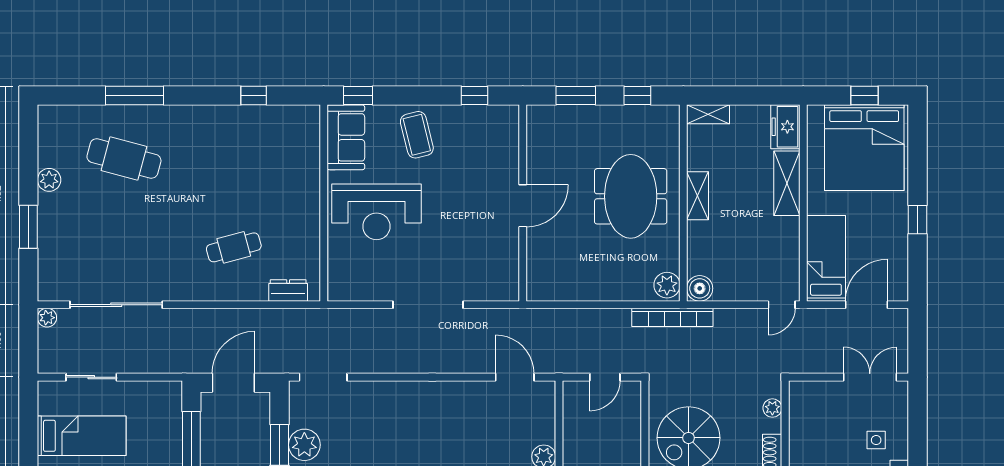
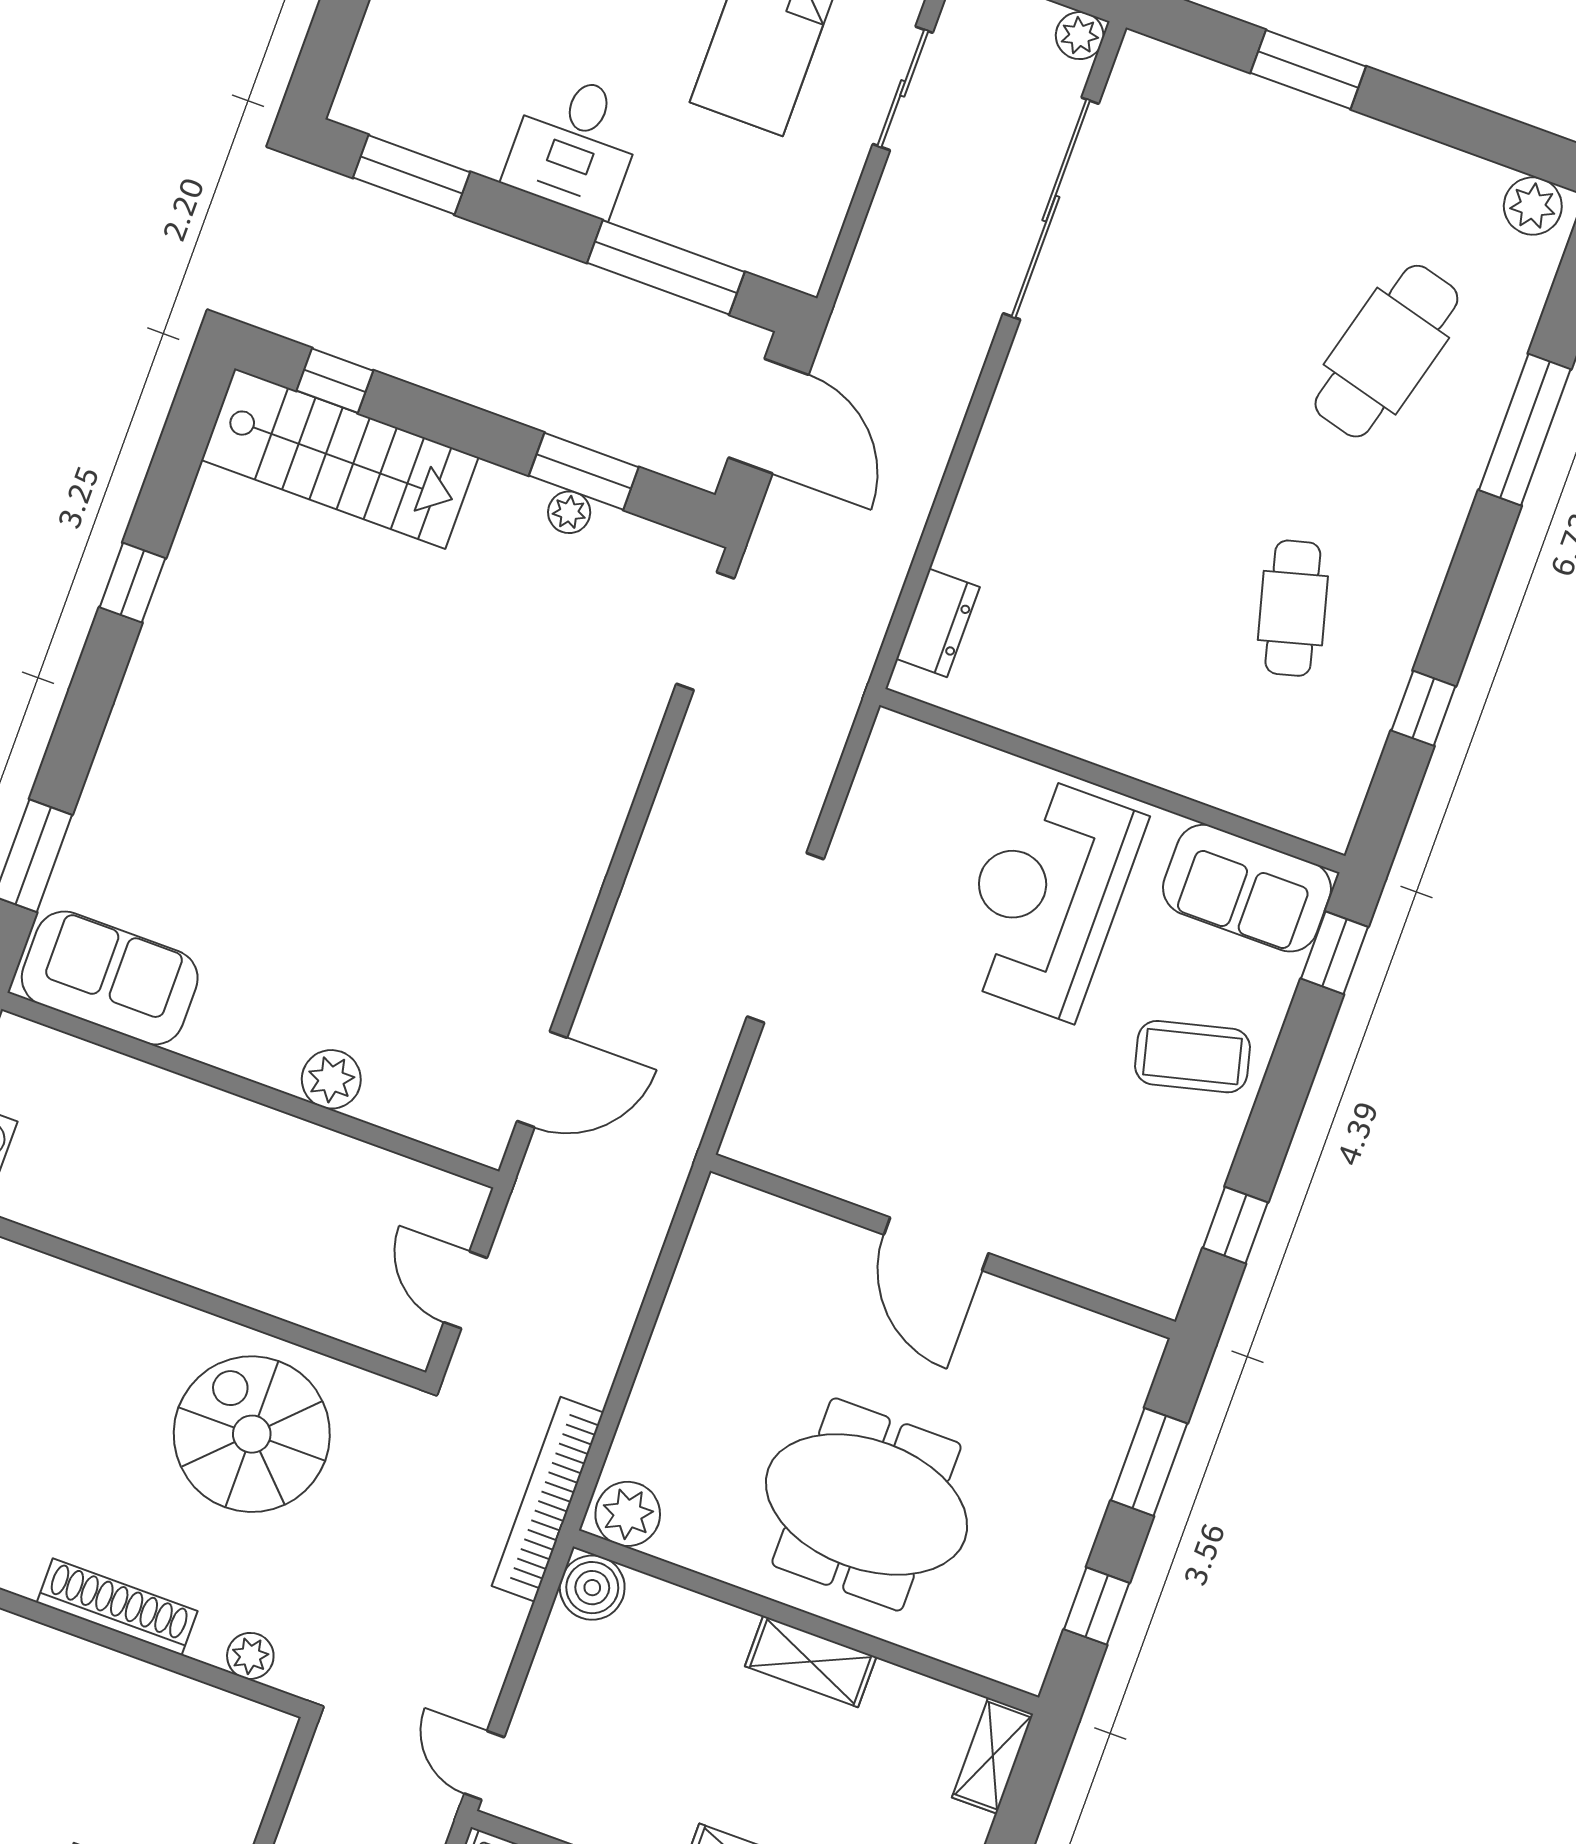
plant: (49, 180) -> (1533, 206), moved
cafe table: (234, 247) -> (1293, 608), moved
plant: (304, 445) -> (569, 512), width x0.53, depth x0.53

